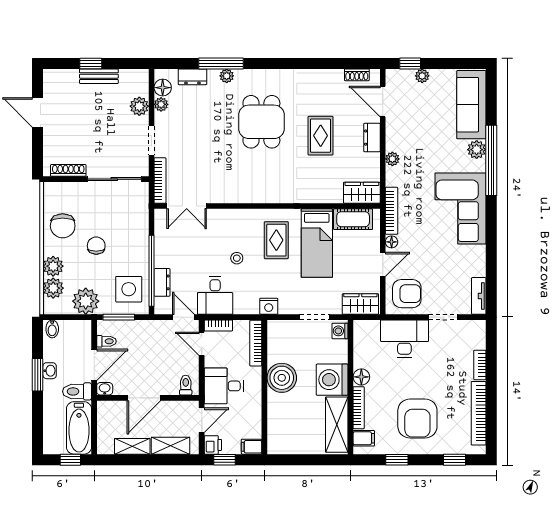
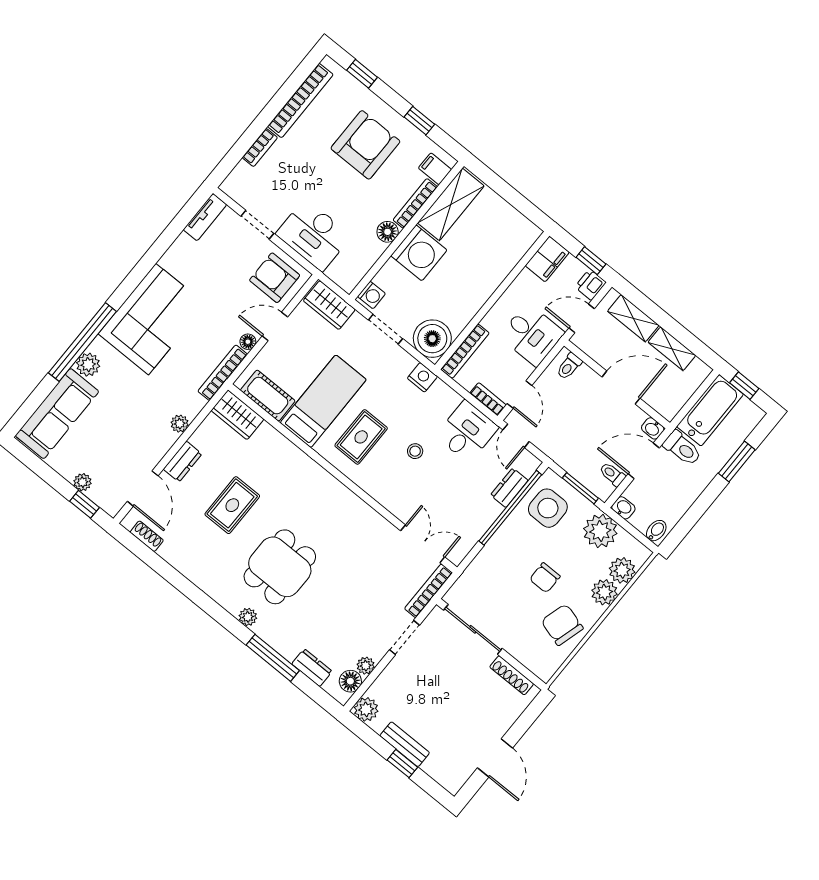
plant: (227, 76) -> (248, 617), moved
plant: (139, 106) -> (366, 709), moved
chair: (63, 226) -> (562, 625), turned -74
washbasin: (50, 371) -> (623, 508), moved, turned 90
window: (38, 375) -> (737, 462), moved
boiler: (282, 378) -> (432, 339), moved
filing cabinet: (252, 447) -> (547, 259), width x2.00

